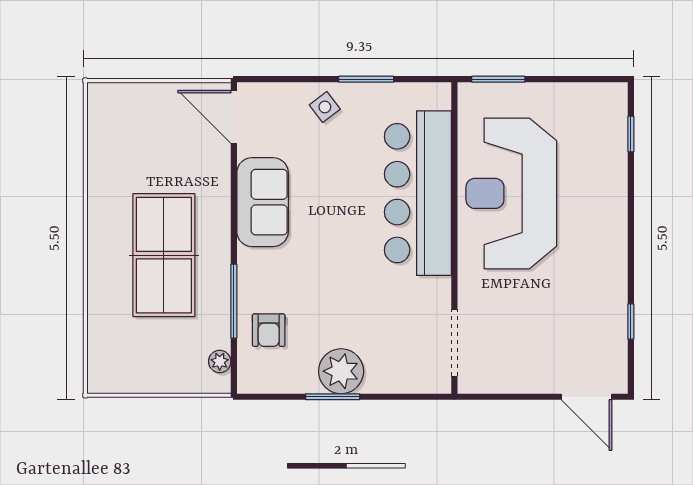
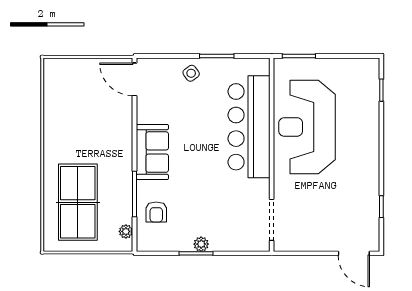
sofa: (263, 202) -> (152, 152), moved
table tennis table: (164, 255) -> (78, 202), moved
plant: (341, 371) -> (201, 244), width x0.53, depth x0.53

